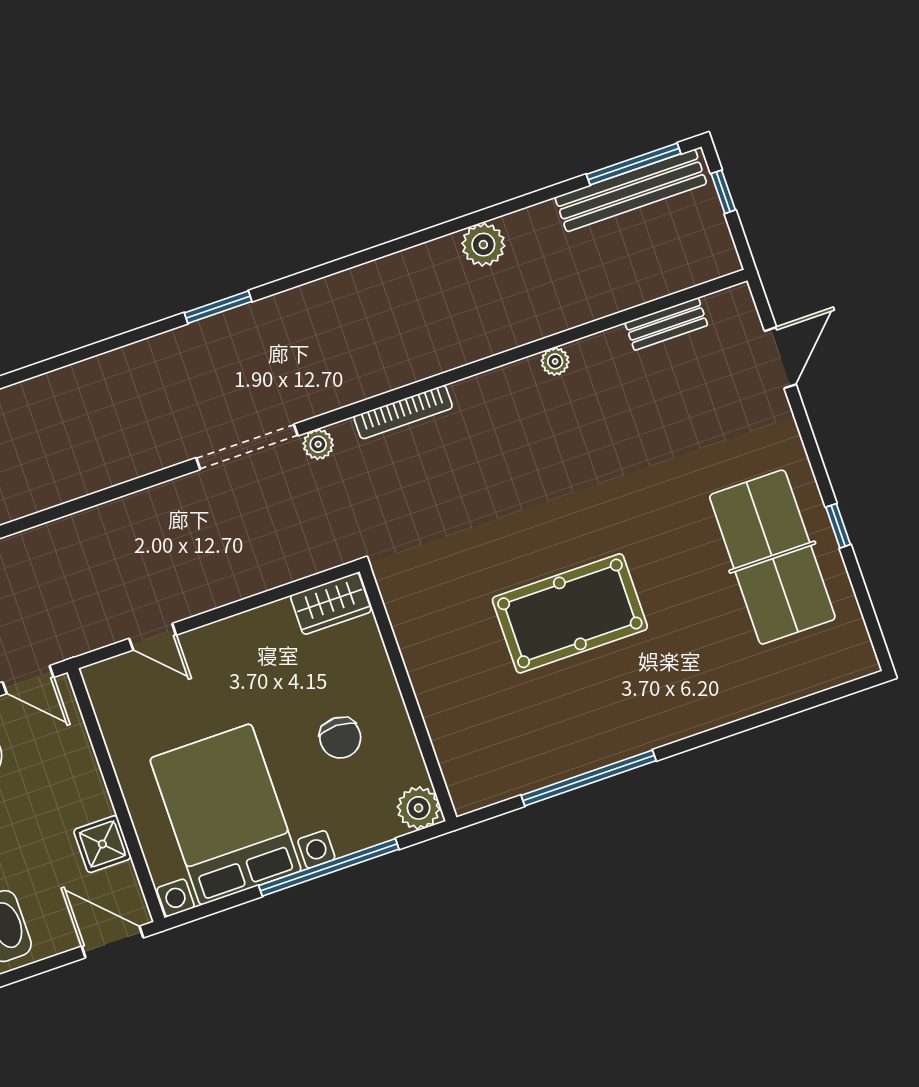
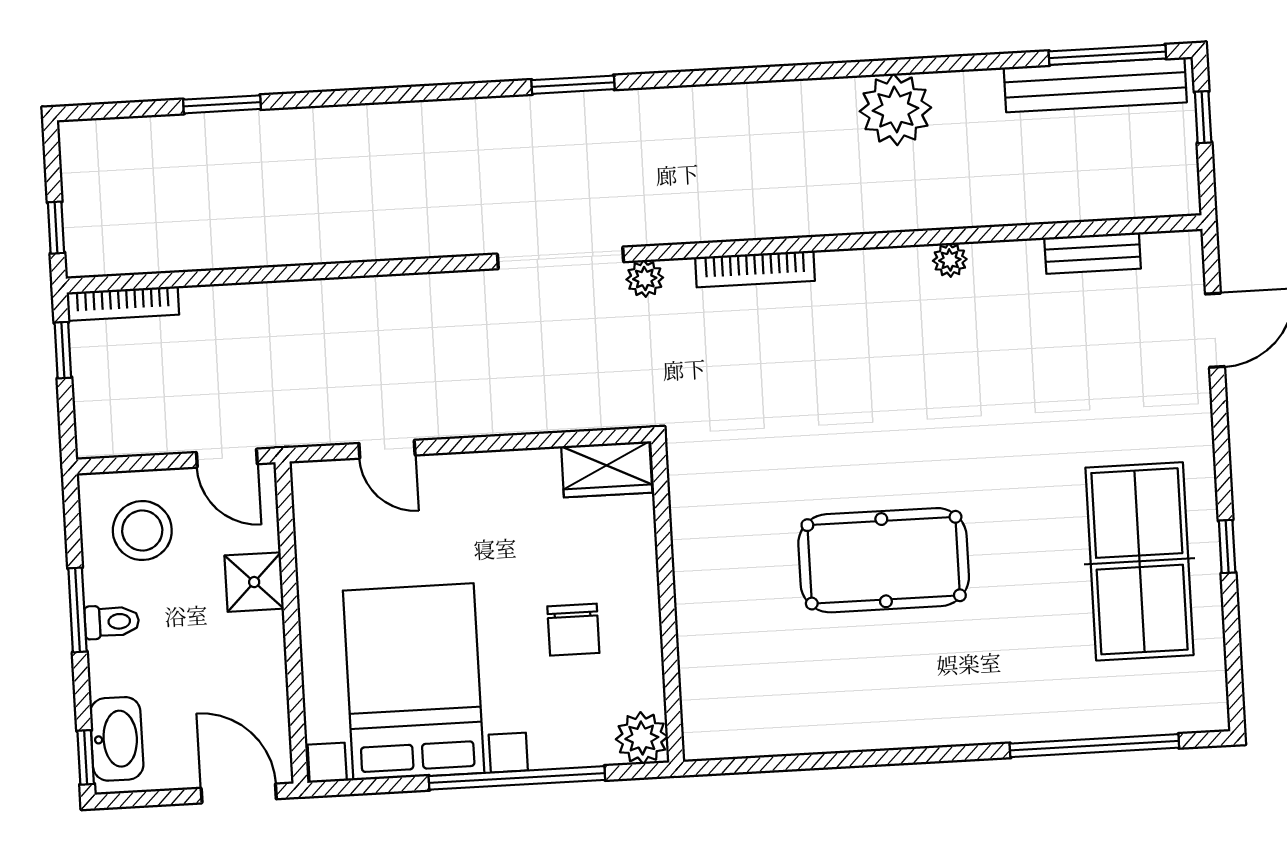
plant: (483, 245) -> (895, 109), width x1.36, depth x1.36
window: (589, 778) -> (1094, 746), moved
shower: (102, 844) -> (254, 582), moved

